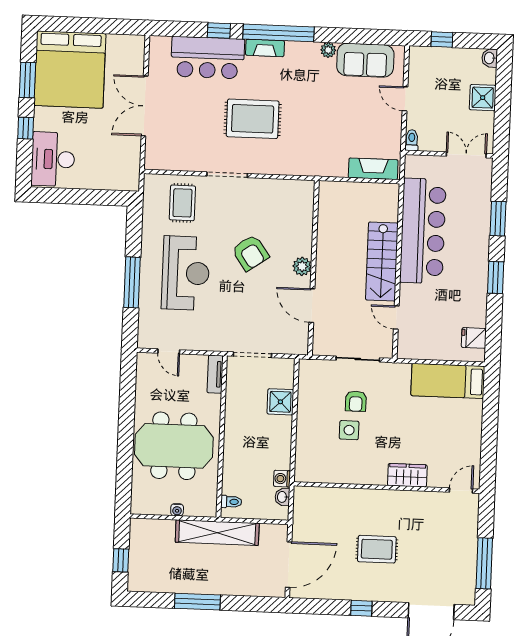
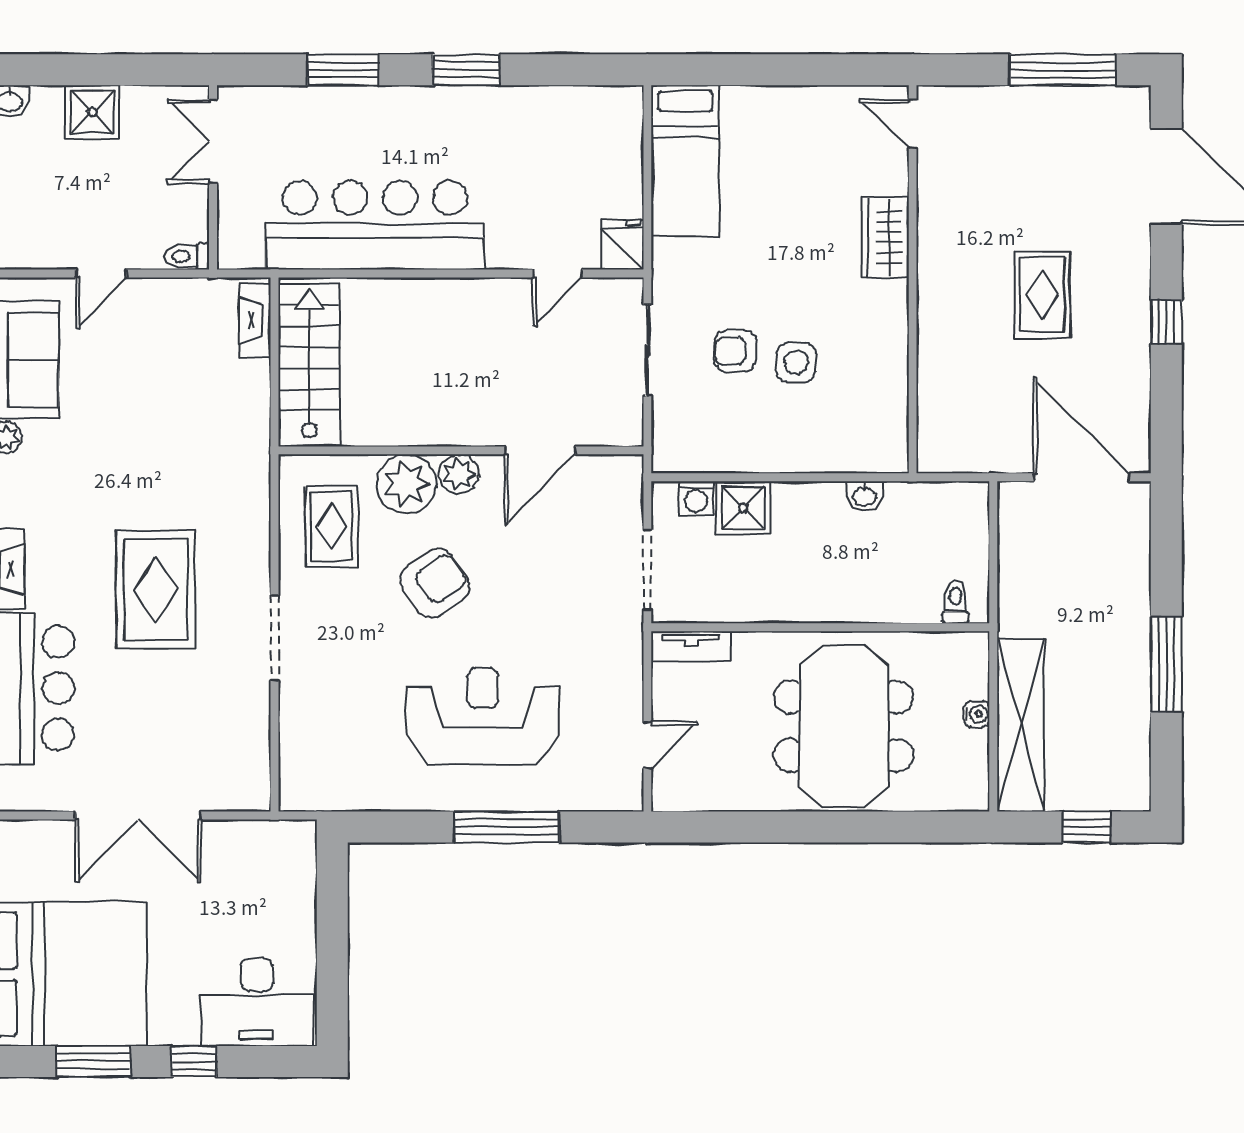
fireplace: (373, 169) -> (255, 320), width x0.73, depth x0.76
rug: (182, 203) -> (331, 526), moved, turned 90
plant: (298, 241) -> (407, 484), added
stairs: (382, 262) -> (309, 365), moved, turned -90
fridge: (474, 338) -> (623, 245), moved, turned 180
armchair: (356, 401) -> (735, 351), turned 180
washing machine: (282, 479) -> (696, 498), moved
washbasin: (282, 497) -> (865, 496), moved
shelving: (217, 533) -> (1021, 725), moved

